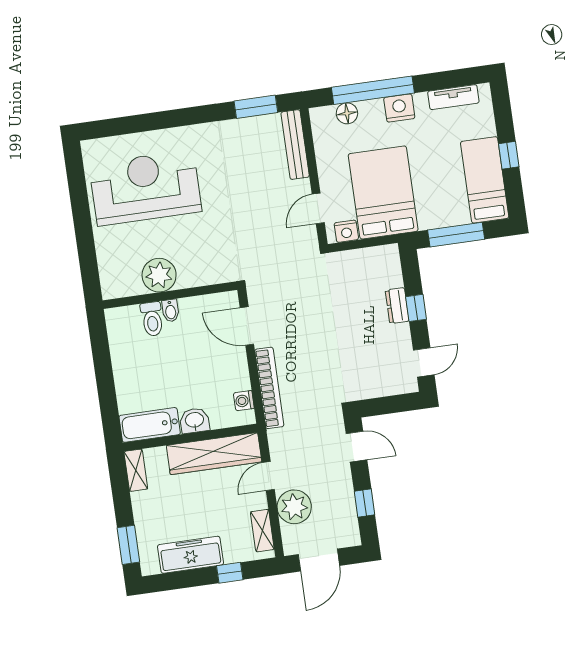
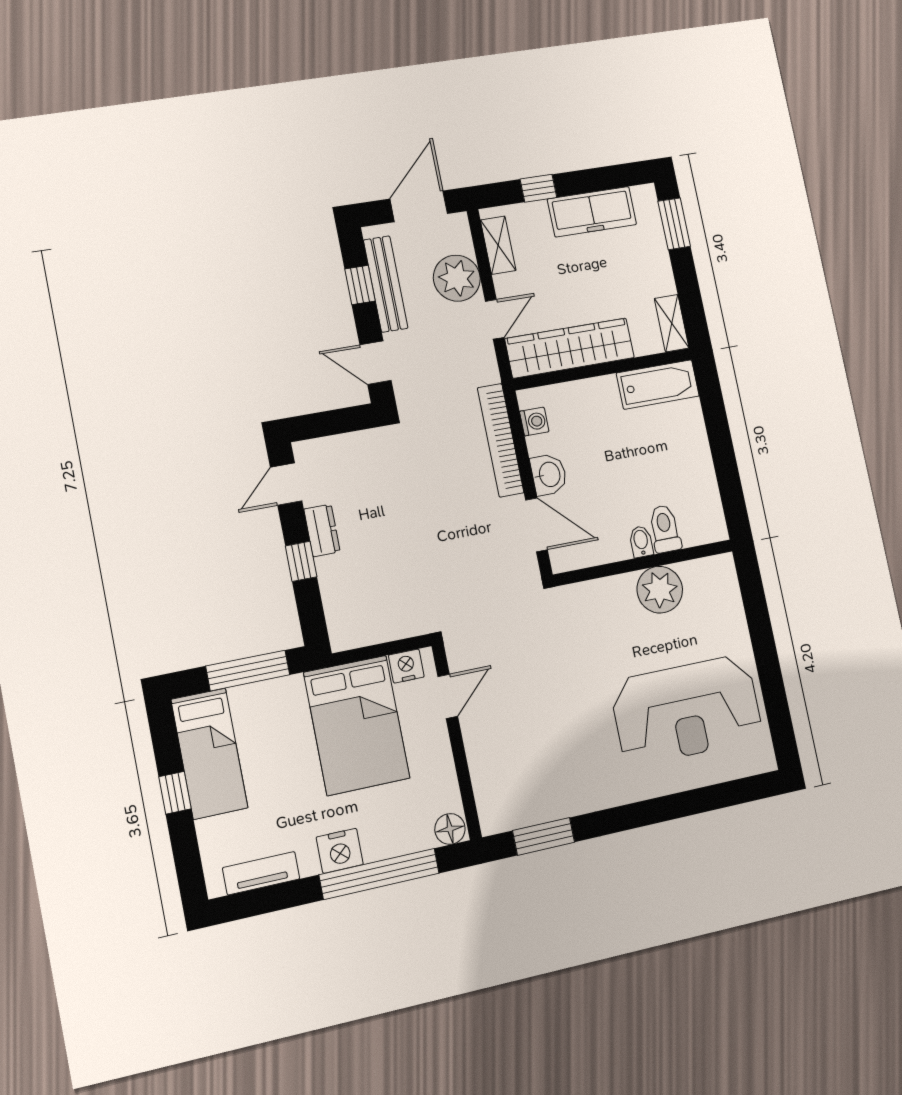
floor lamp: (347, 113) -> (450, 829), moved
bench: (295, 145) -> (386, 284), moved
dresser: (397, 306) -> (322, 530), moved
washbasin: (194, 421) -> (549, 475), moved, turned -90

